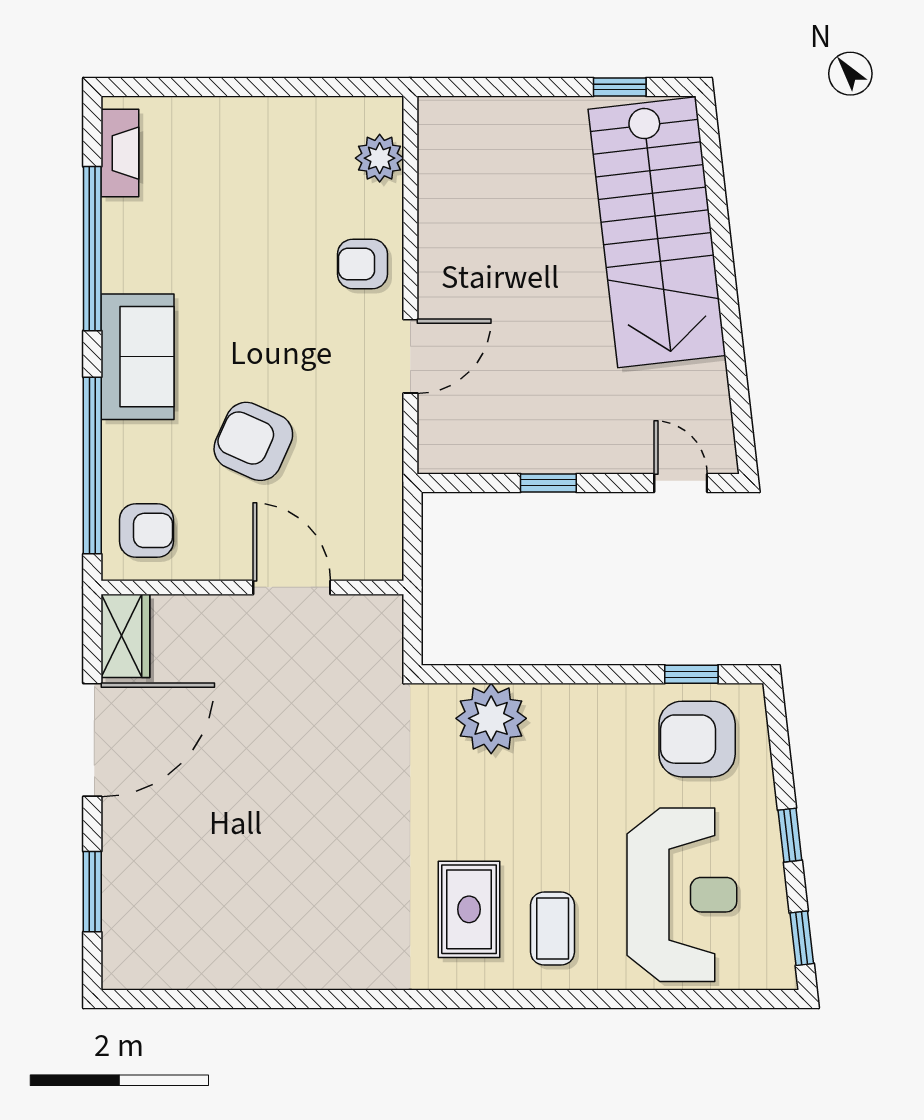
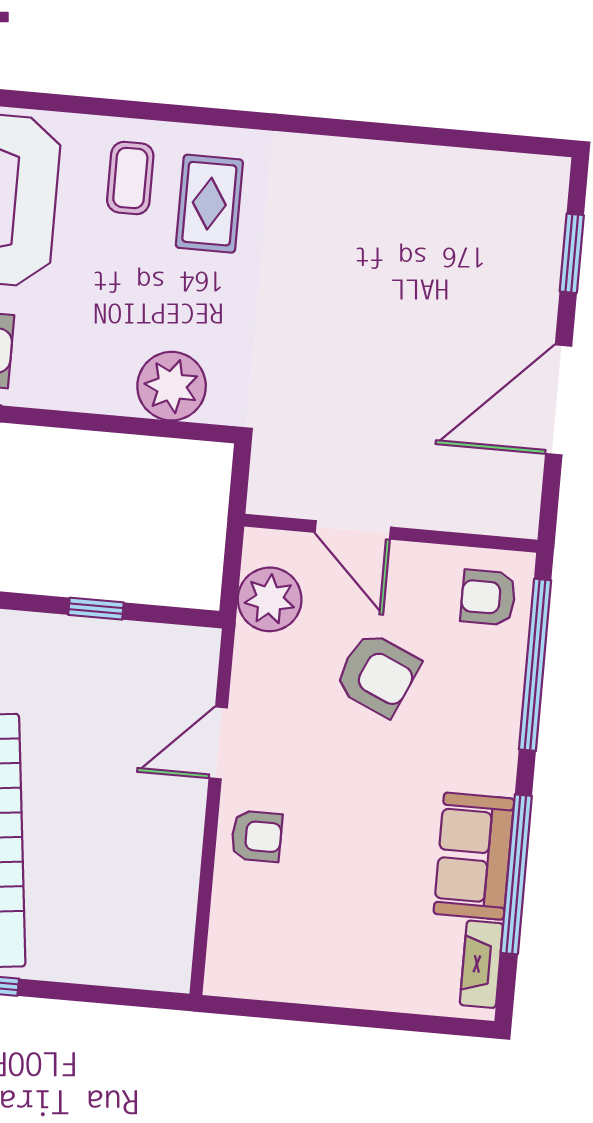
plant: (380, 158) -> (270, 599), moved, width x1.36, depth x1.36
sofa: (137, 357) -> (474, 856), moved
wardrobe: (125, 636) -> (518, 497), removed

